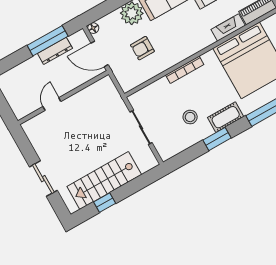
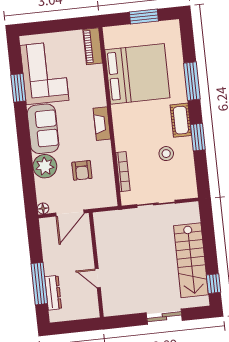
fireplace: (228, 28) -> (102, 124), moved
window: (48, 41) -> (39, 284), moved
dresser: (55, 51) -> (53, 293), moved
bookcase: (185, 70) -> (123, 172), moved
window: (105, 203) -> (214, 284), moved

